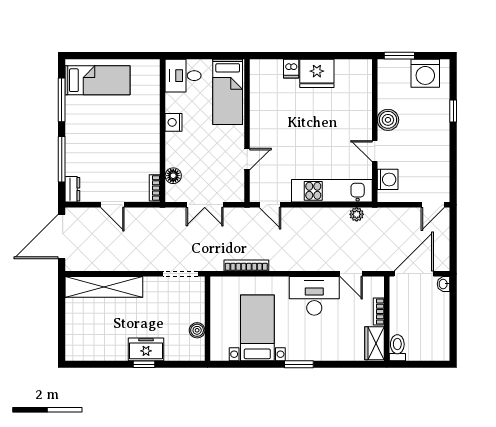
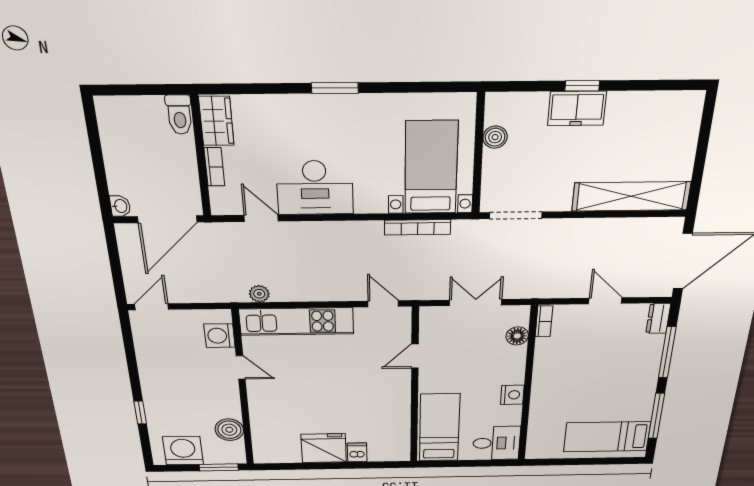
boiler: (388, 120) -> (229, 430), moved
bed with nightstands: (257, 328) -> (431, 168), moved, turned 180

